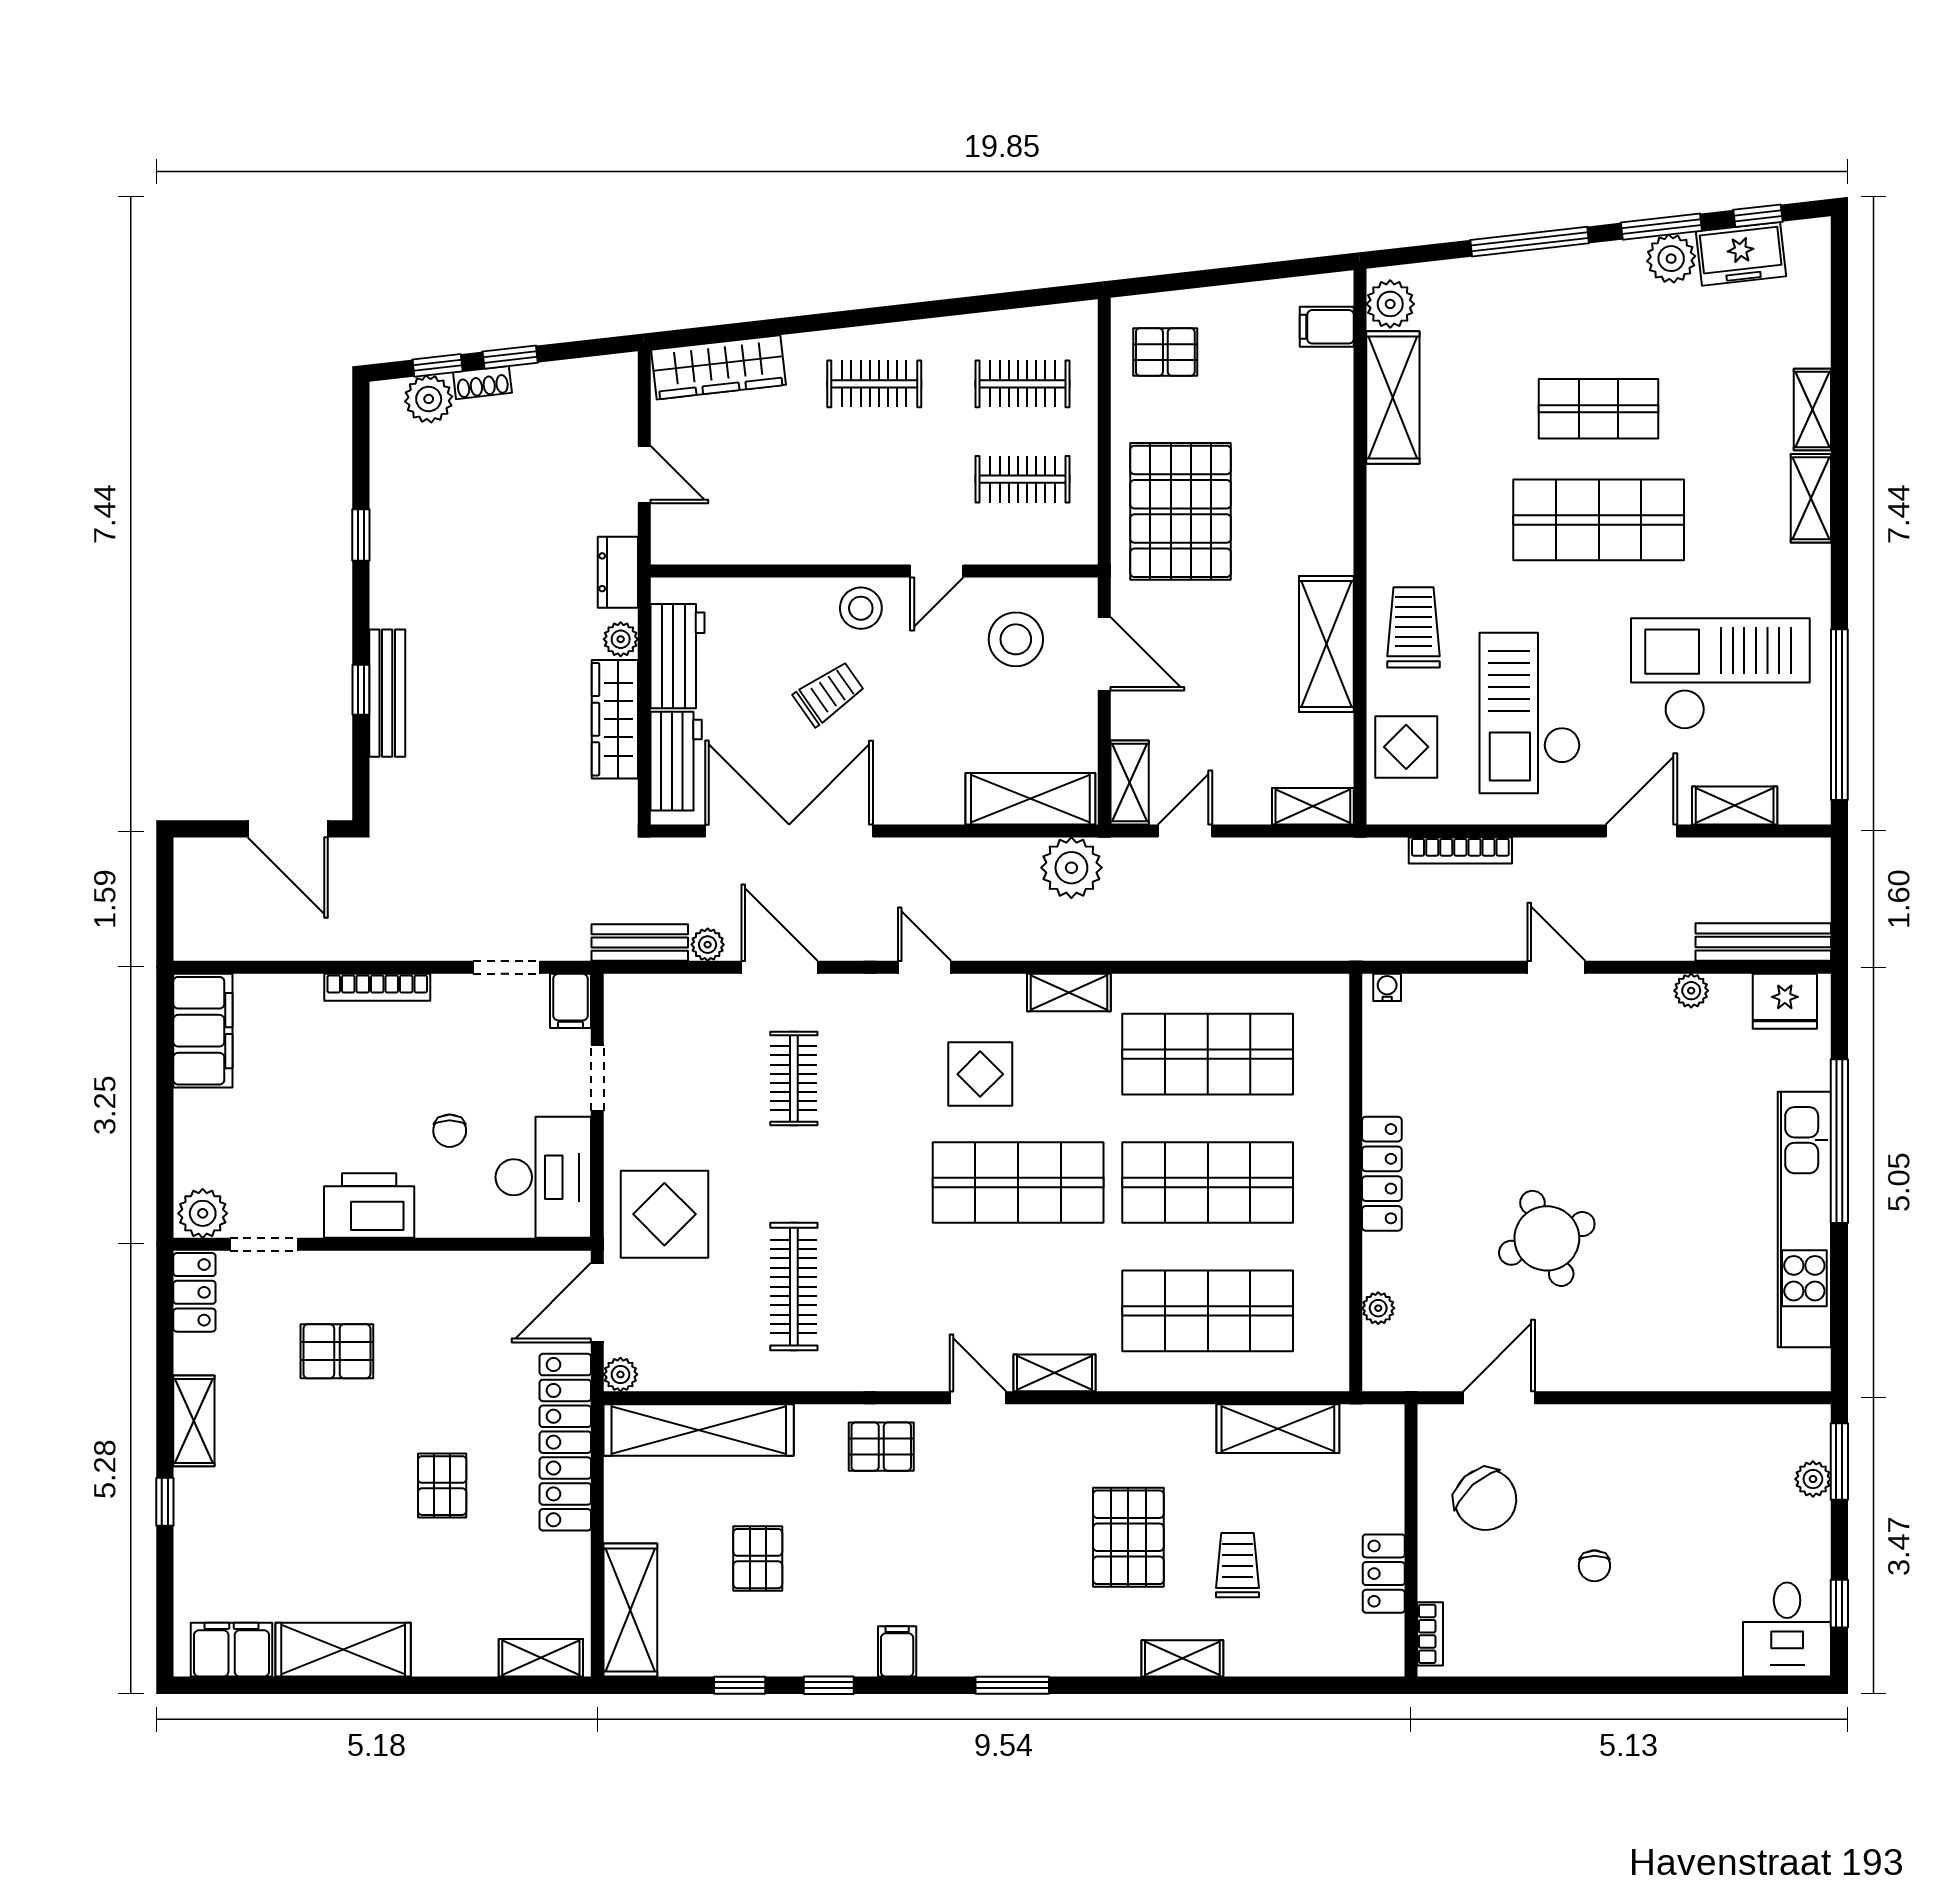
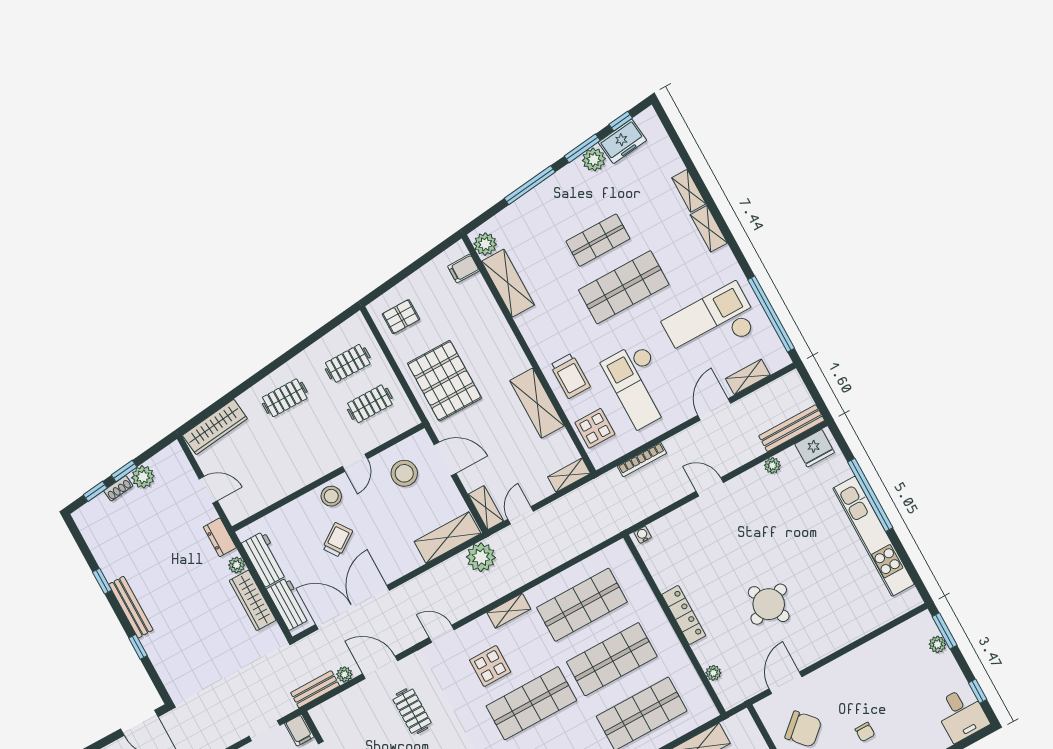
plant: (429, 399) -> (143, 477), moved
trolley: (1413, 627) -> (570, 376), turned 180
bench: (387, 693) -> (131, 607), moved

